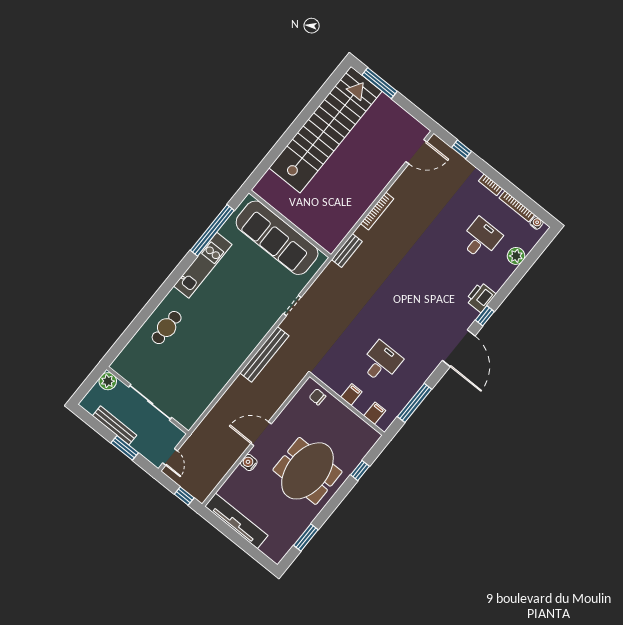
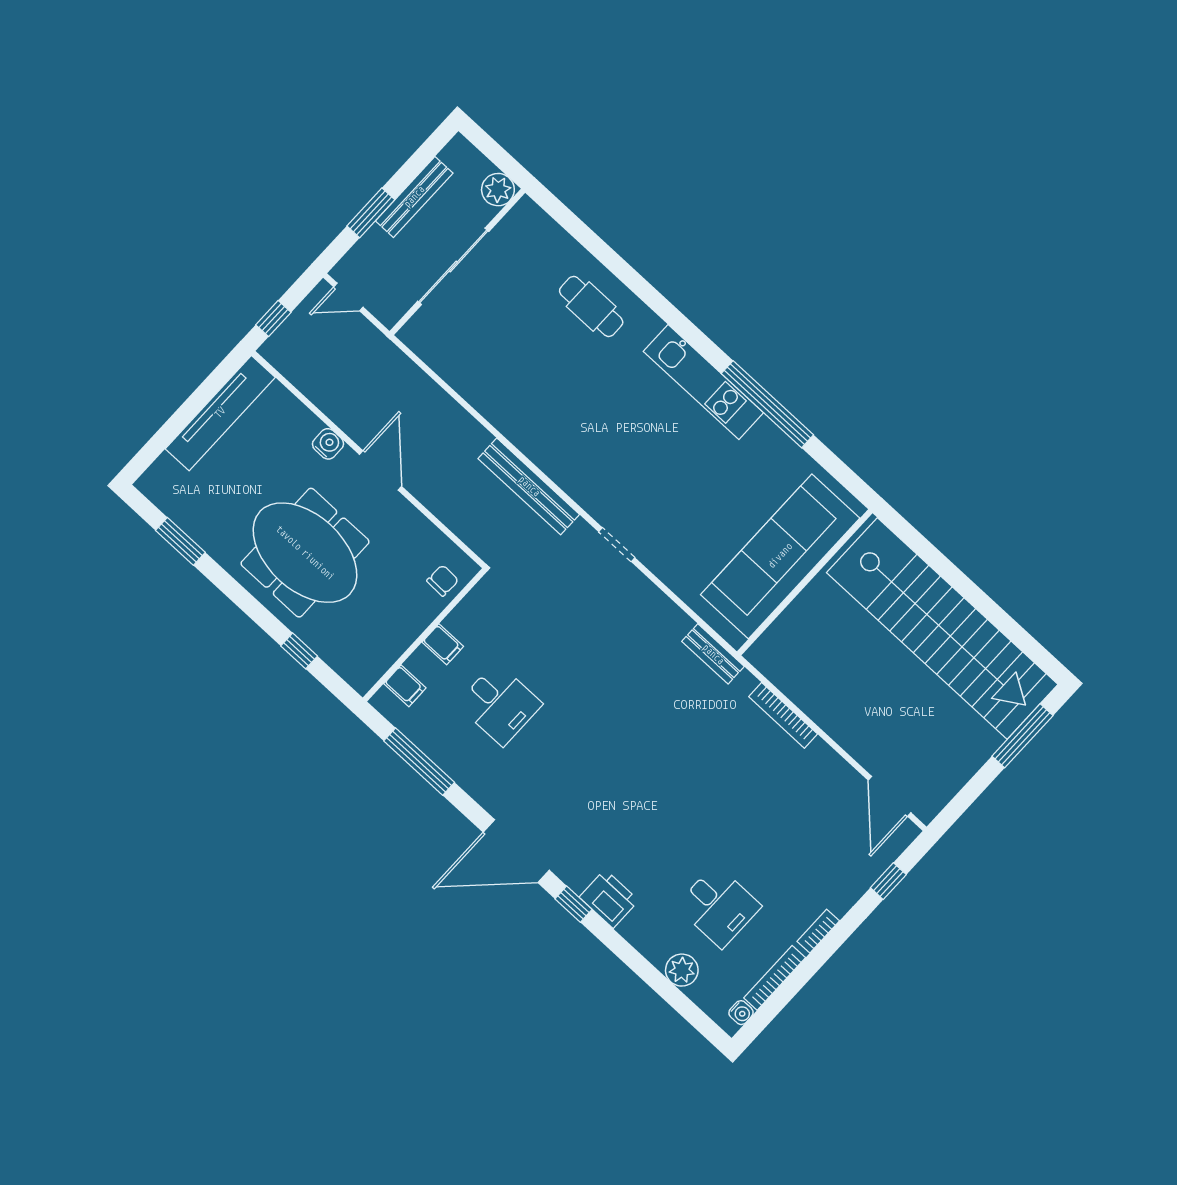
wall: (290, 224) -> (805, 582), moved
sofa: (277, 238) -> (780, 556), moved

